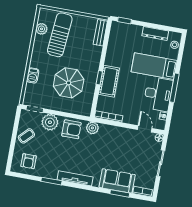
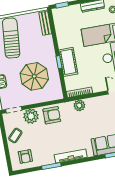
plant: (92, 128) -> (79, 105), moved

